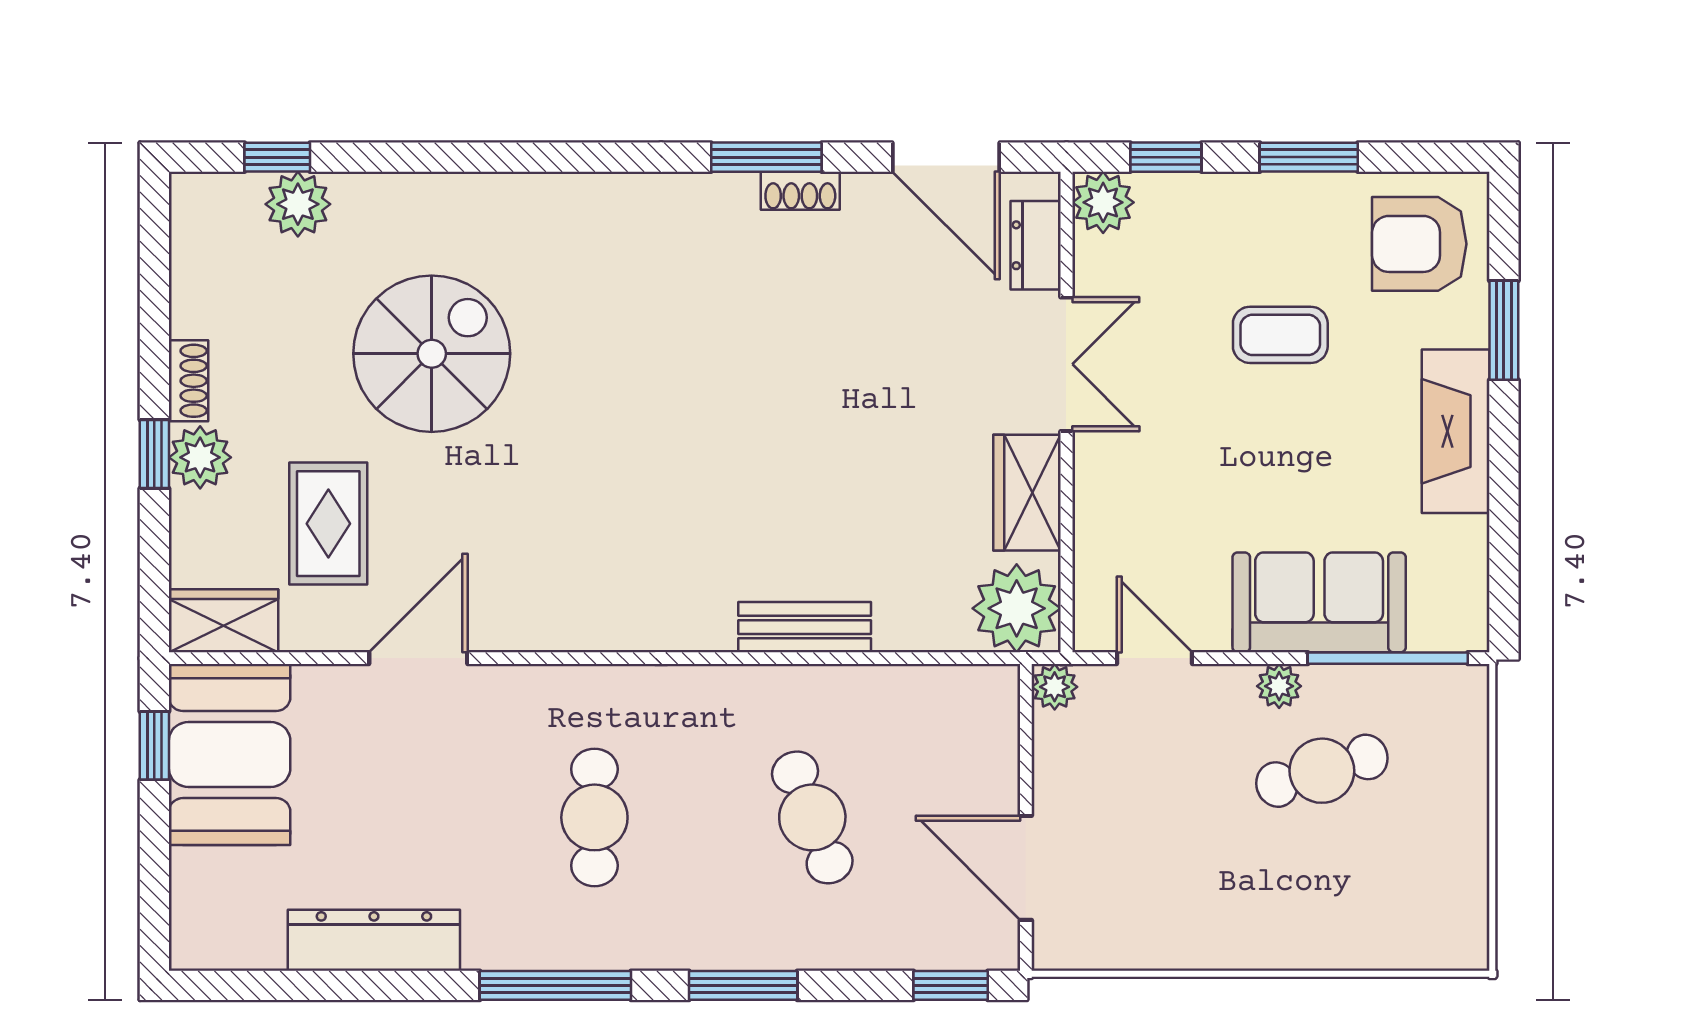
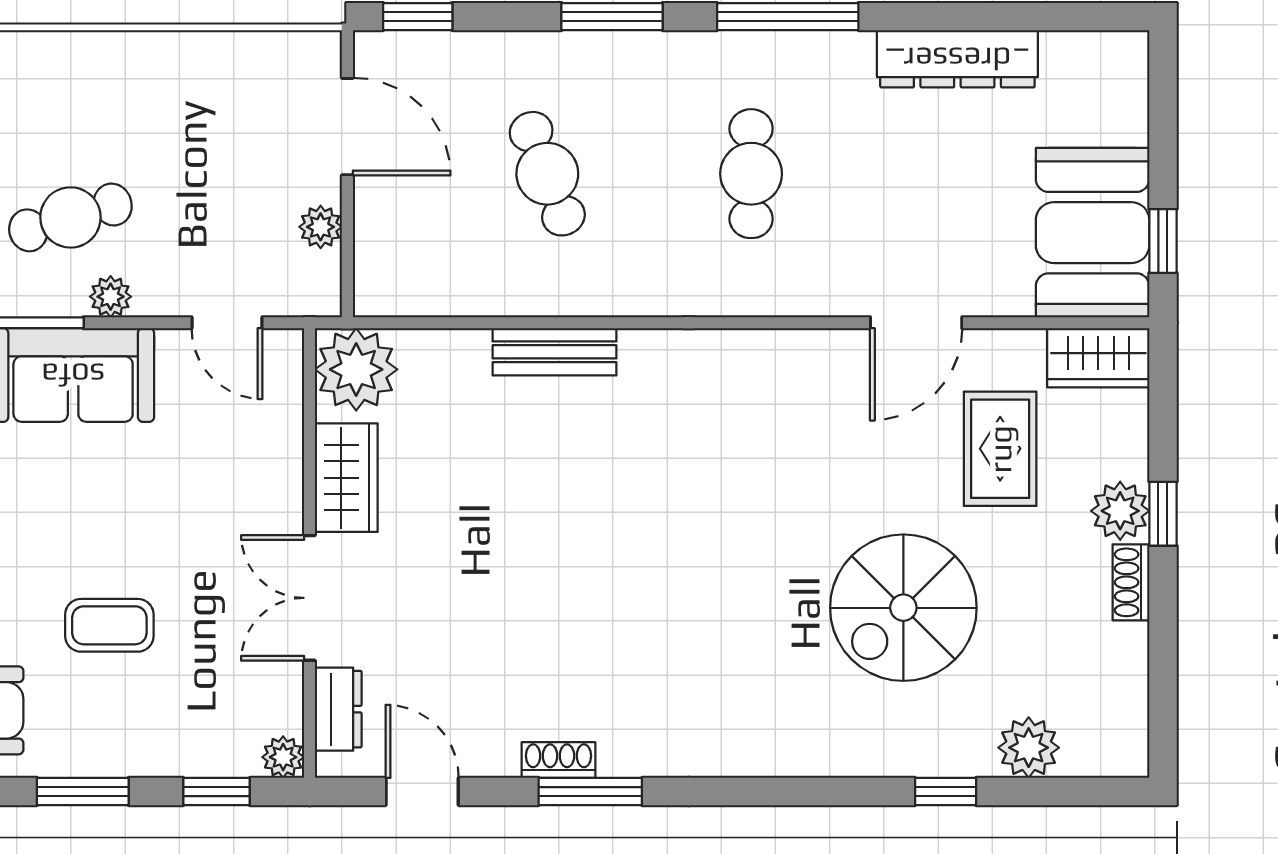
window: (277, 157) -> (946, 792), moved
door: (946, 157) -> (422, 792), width x0.73
plant: (1103, 202) -> (283, 757), width x0.73, depth x0.73
plant: (1055, 687) -> (321, 227), moved

